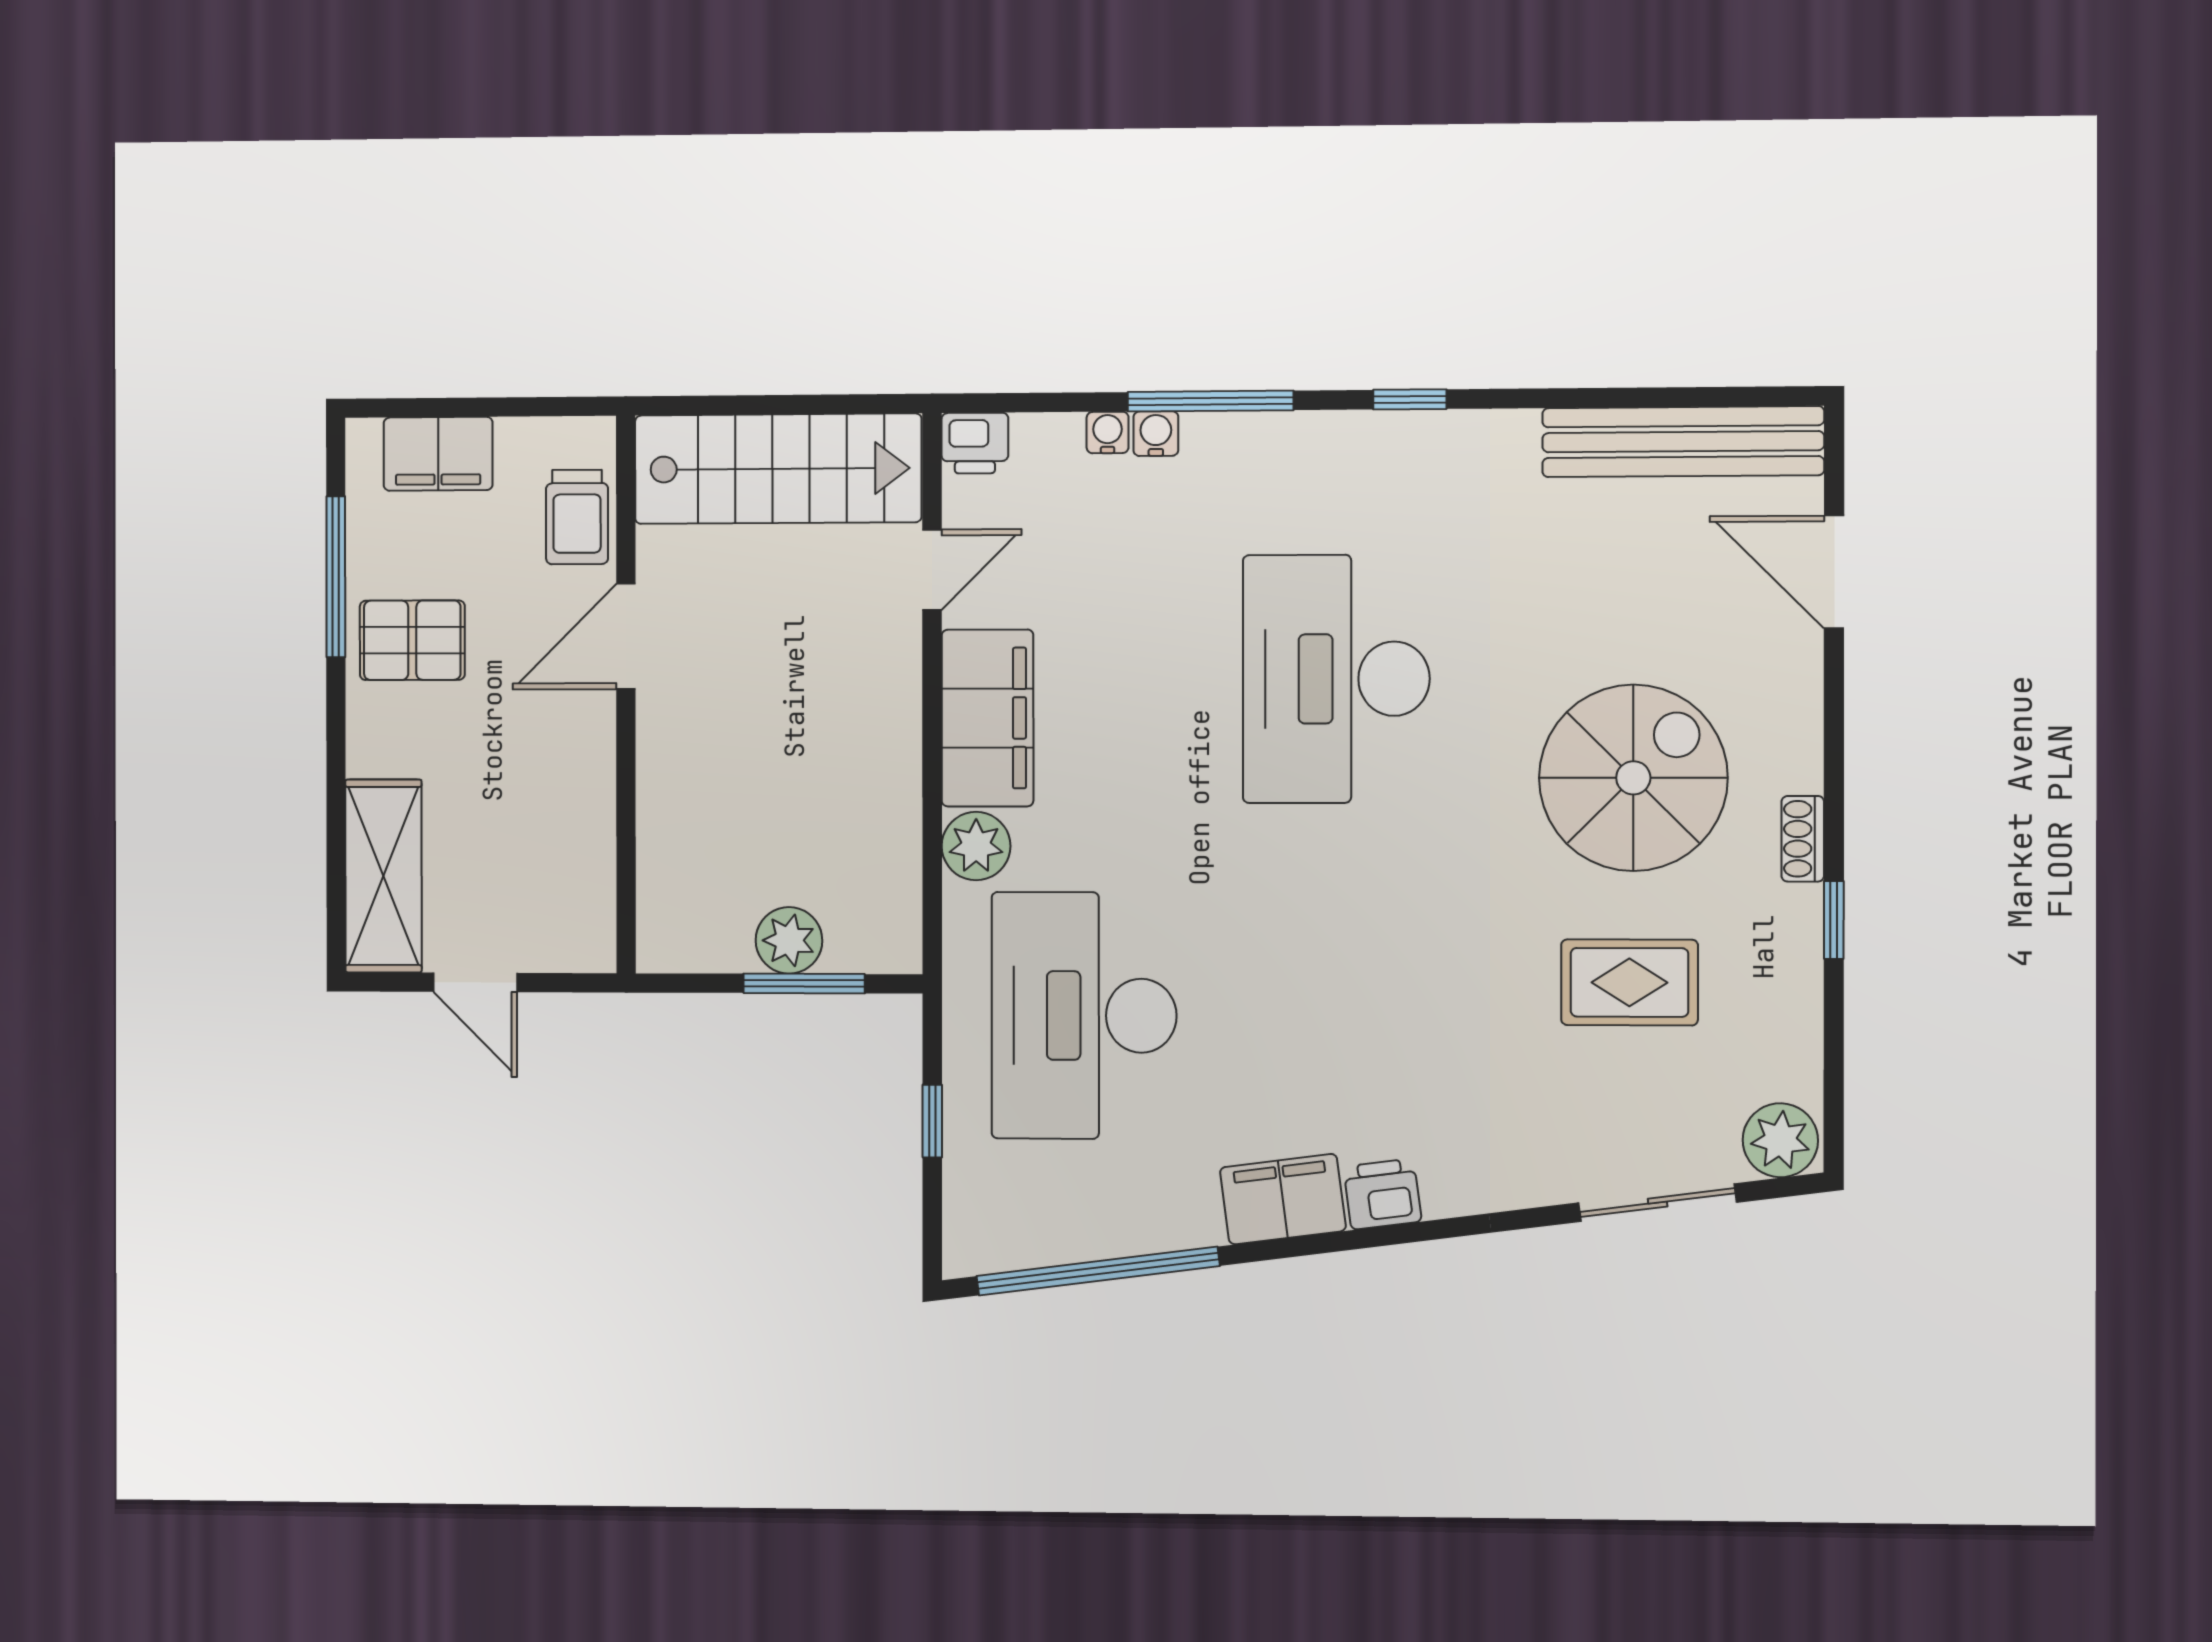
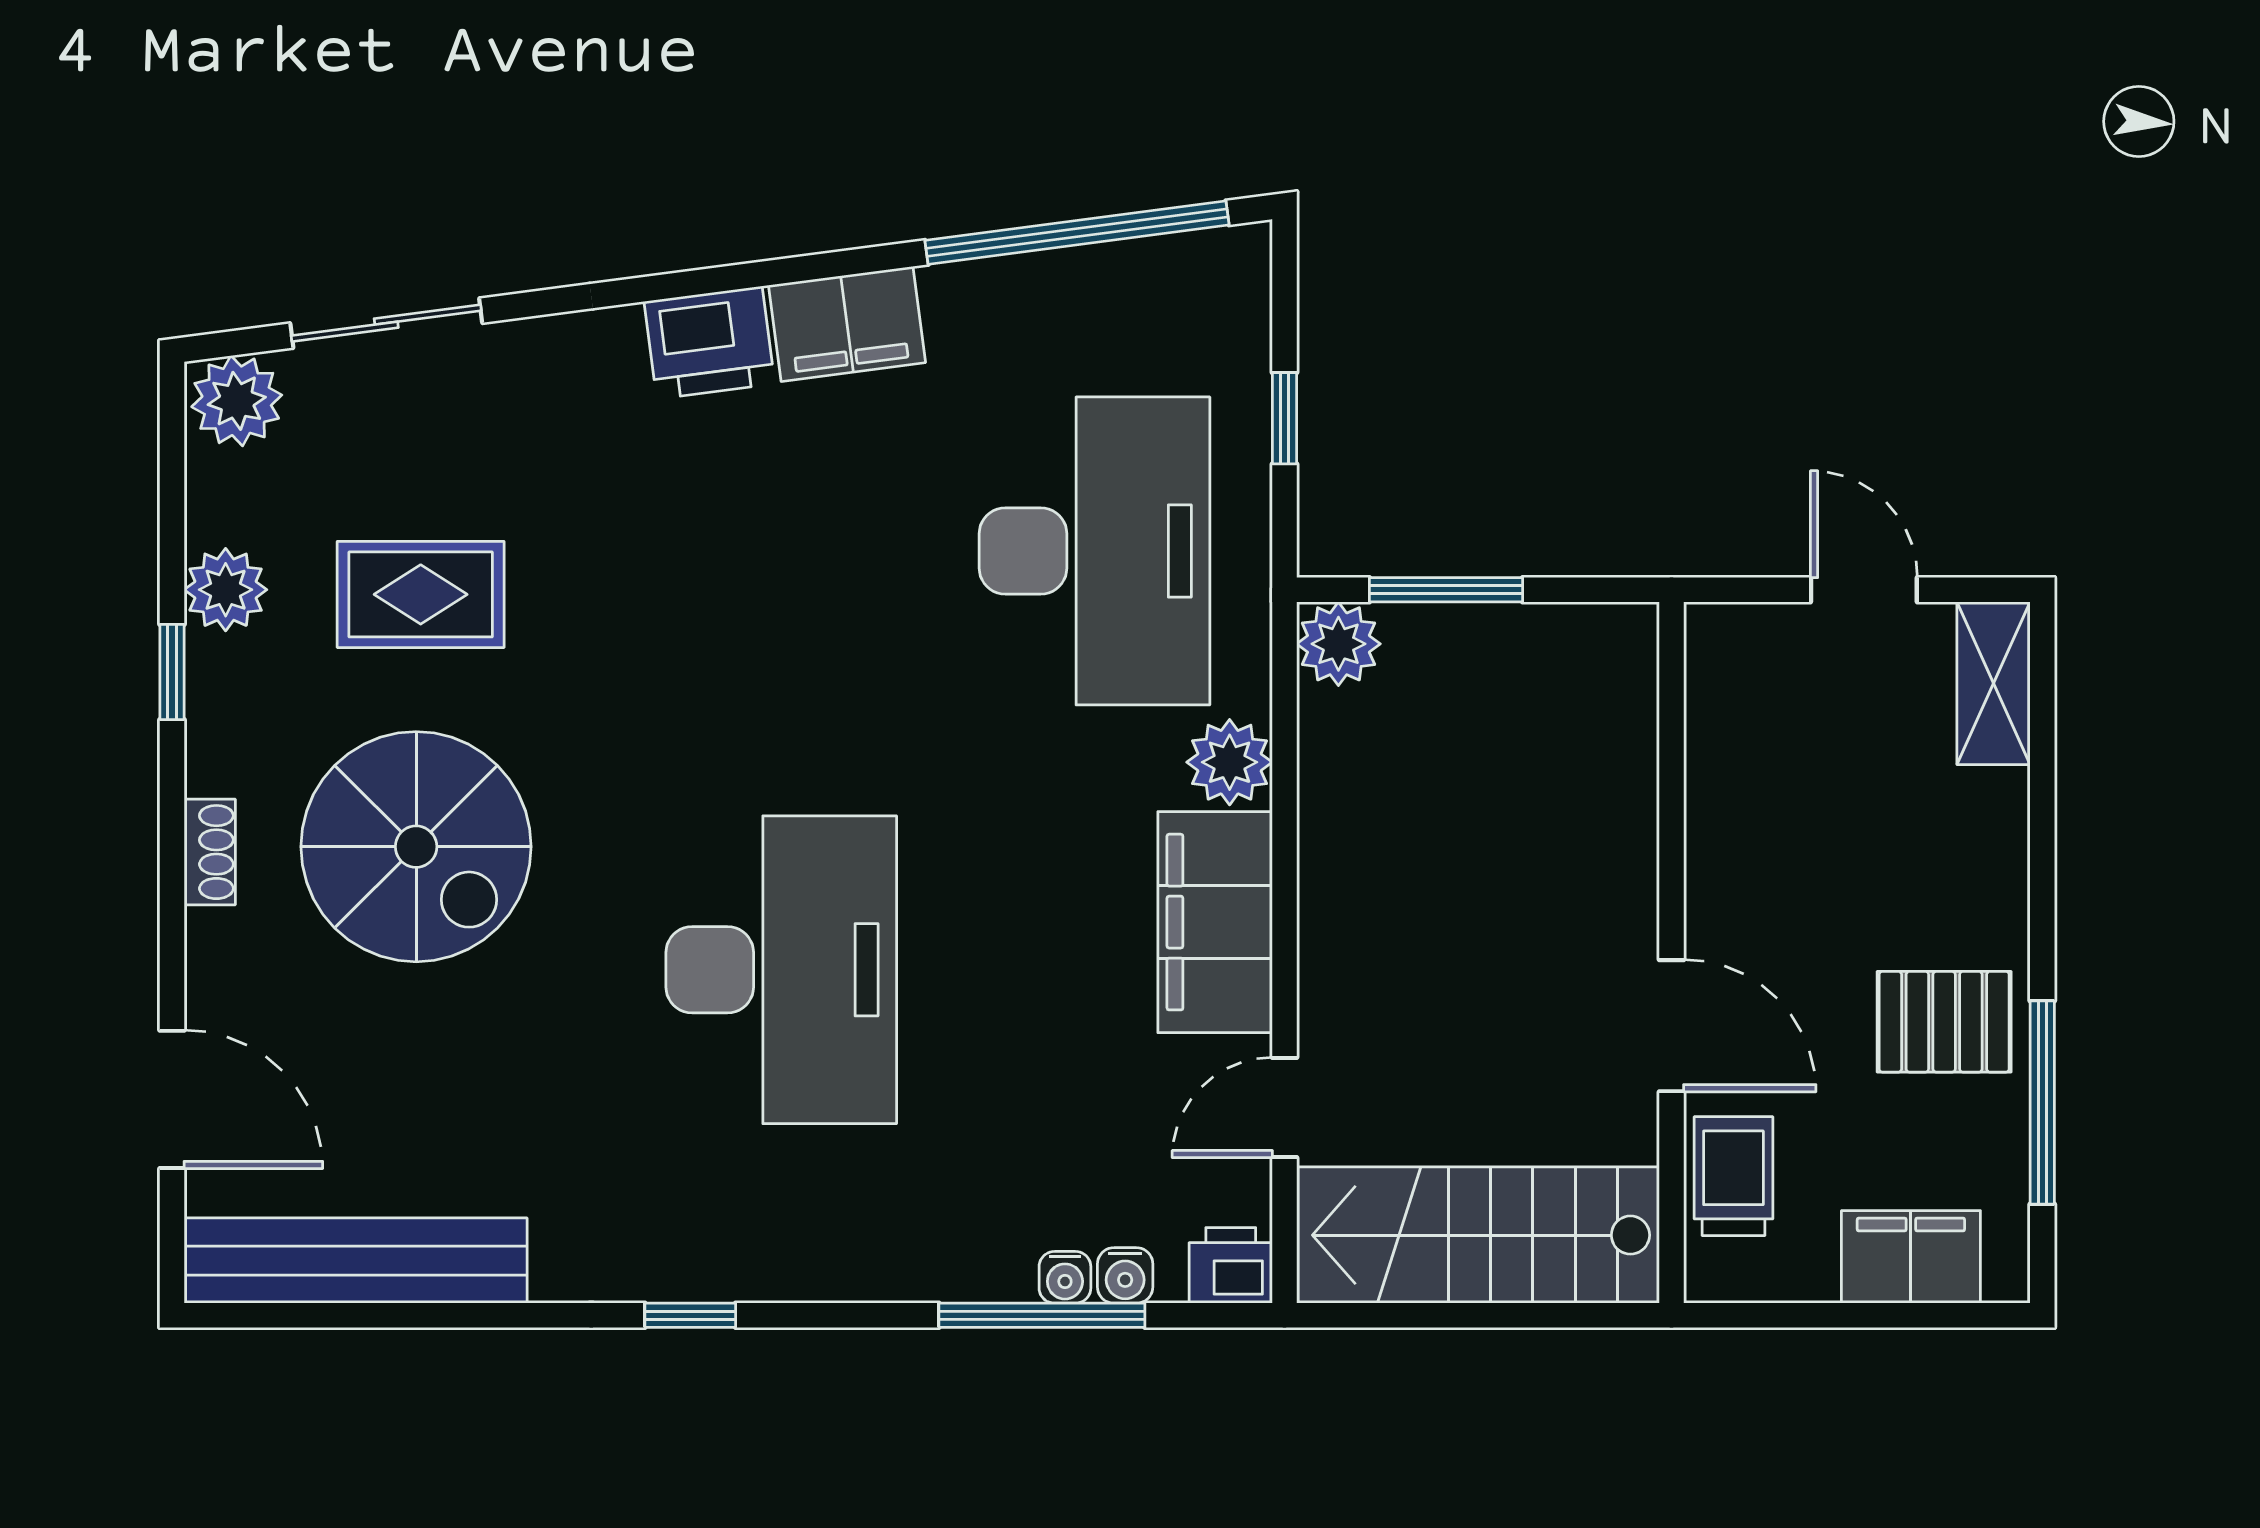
window: (1210, 401) -> (1042, 1315), moved
water cooler: (1156, 434) -> (1125, 1275), moved
door: (626, 636) -> (1671, 1026), hinge flipped
spiral stairs: (1633, 778) -> (416, 847), turned -90
shoe rack: (1803, 839) -> (210, 852), moved
shelving: (383, 876) -> (1994, 683), width x0.67, depth x0.75
plant: (789, 940) -> (1338, 644), moved
plant: (1790, 987) -> (226, 590), added
printer: (1382, 1194) -> (709, 343), width x1.36, depth x1.24

